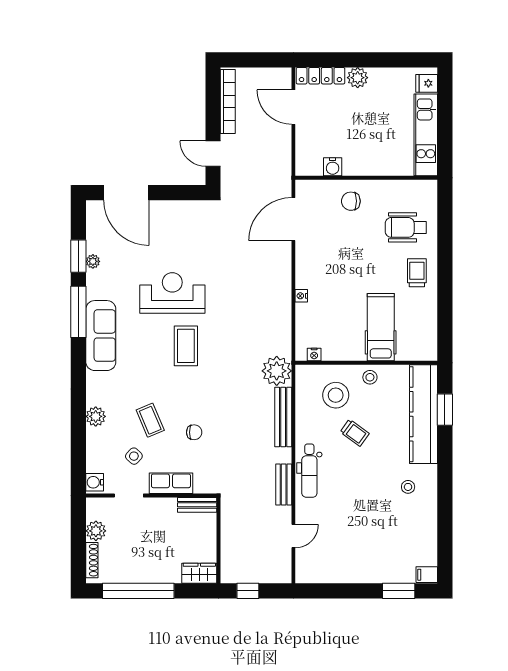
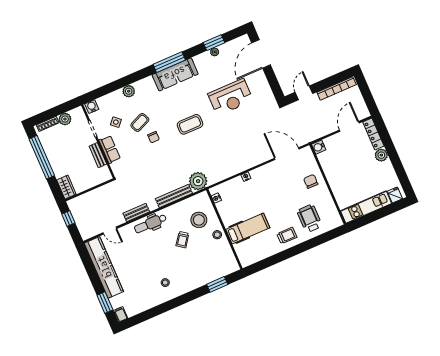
water cooler: (333, 167) -> (319, 147), moved
reception desk: (172, 293) -> (231, 97), moved, turned 90
window: (78, 312) -> (169, 62), moved
kitchen counter: (423, 414) -> (104, 267), moved, turned 90
chair: (194, 432) -> (154, 137), moved
bench: (197, 505) -> (98, 155), moved

